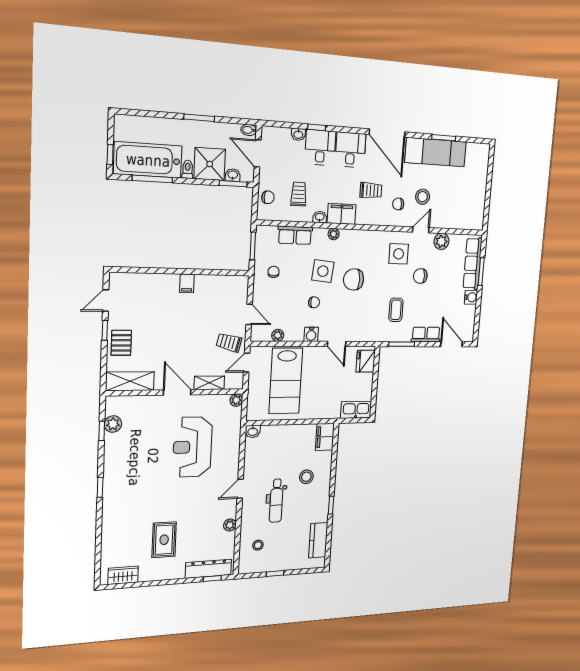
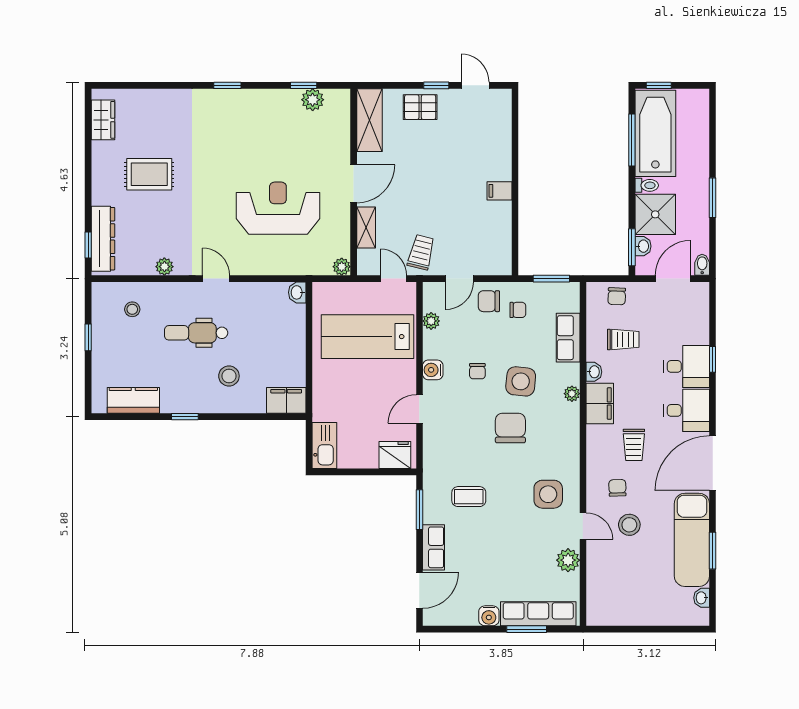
washbasin: (298, 134) -> (702, 598), moved
chair: (420, 276) -> (489, 301), moved, turned -90

